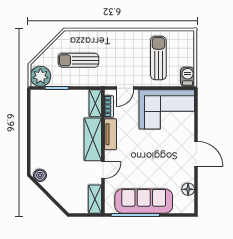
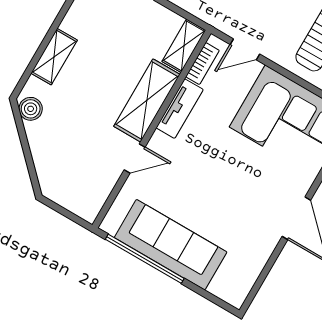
floor lamp: (188, 189) -> (251, 267), removed
shelving: (95, 199) -> (54, 57), moved

